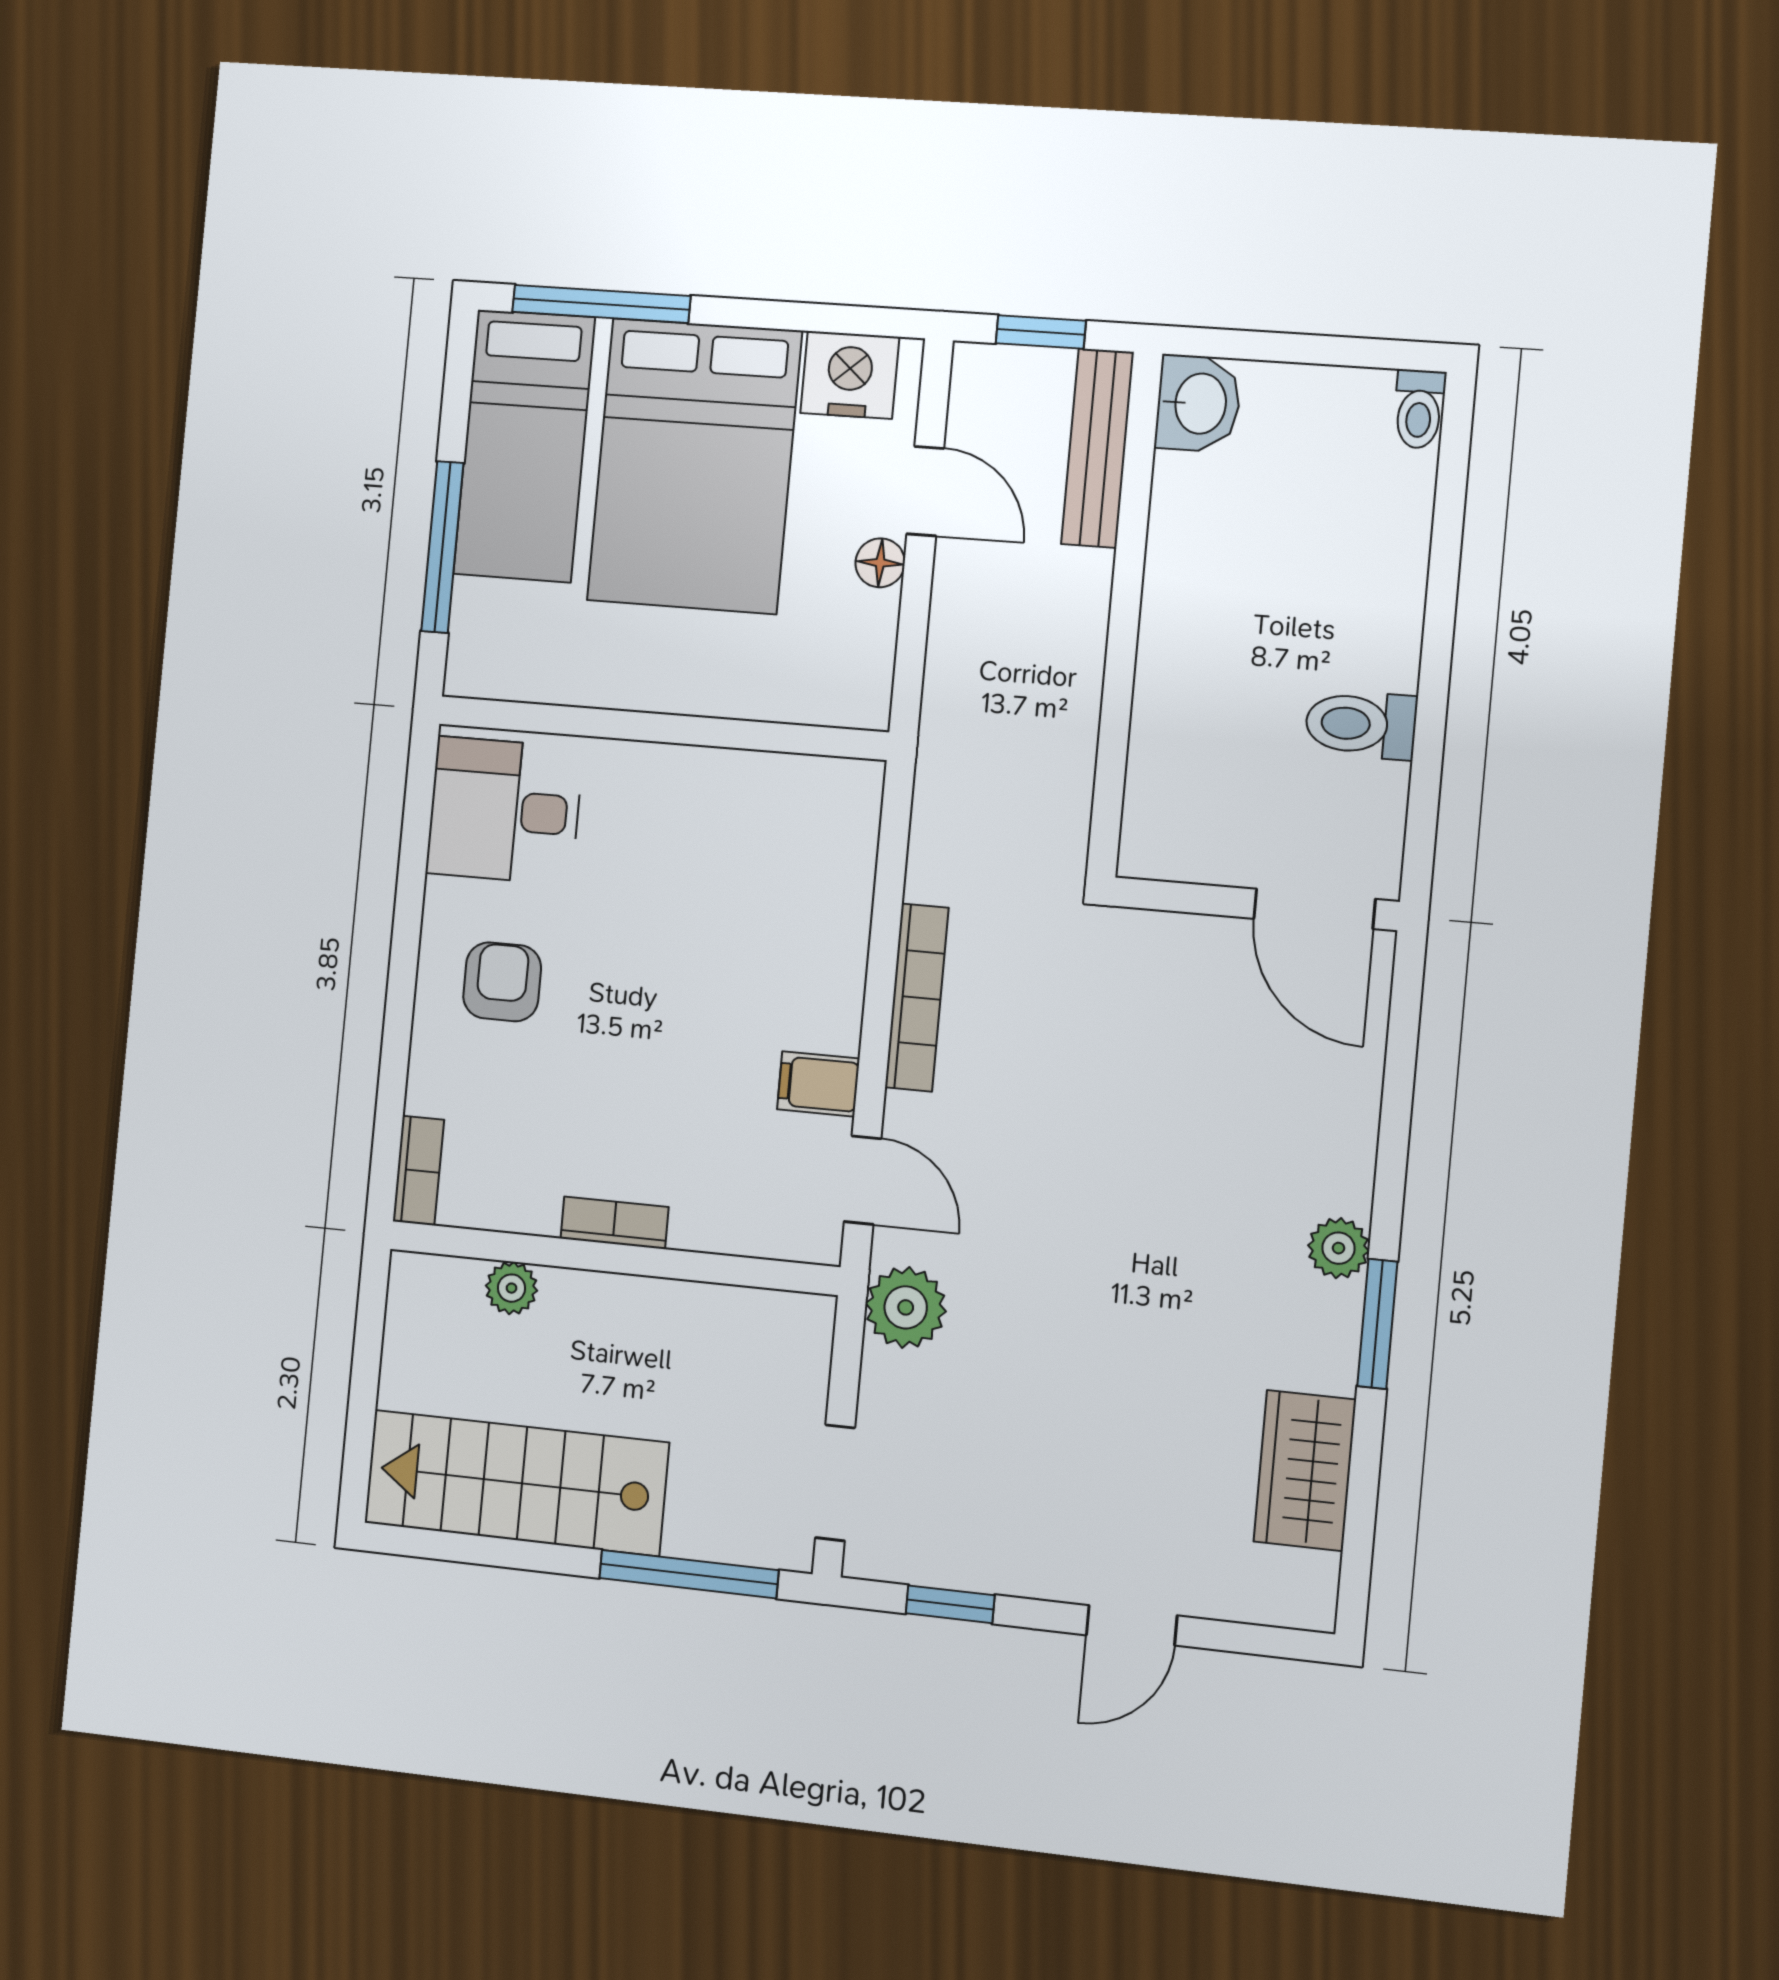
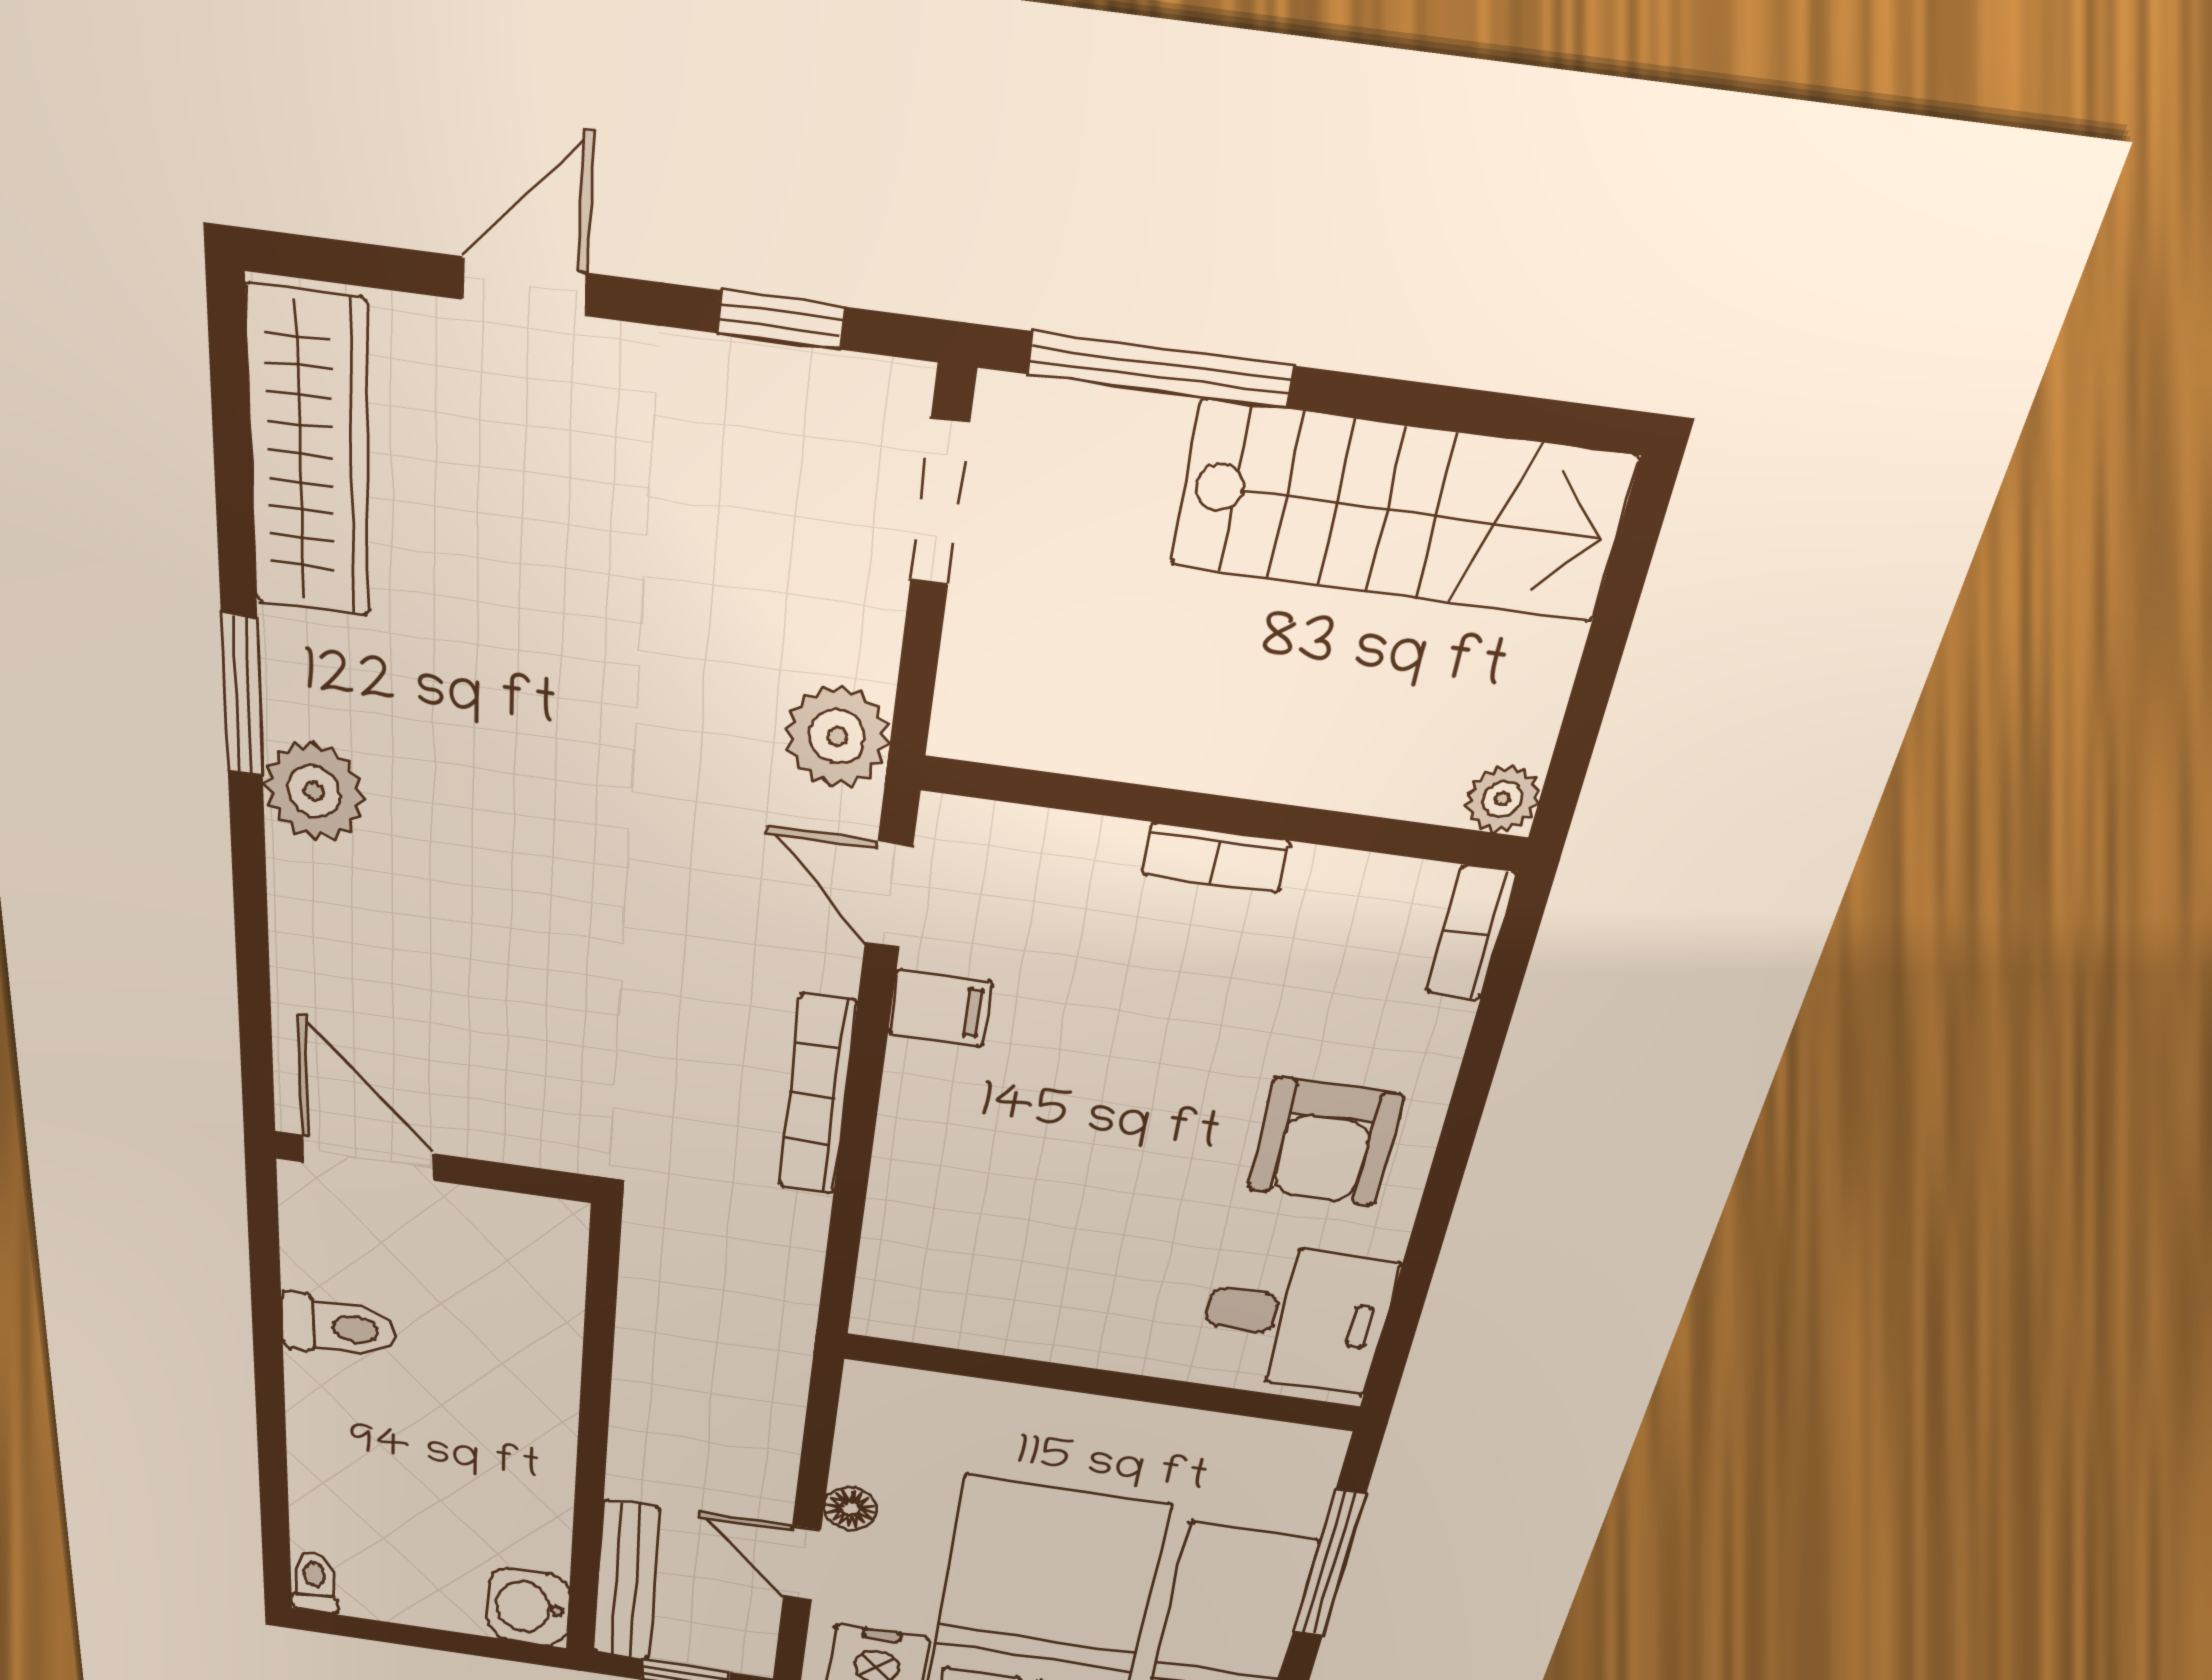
armchair: (502, 982) -> (1325, 1143), width x1.38, depth x1.38
plant: (1339, 1248) -> (314, 791), width x1.38, depth x1.38
plant: (511, 1288) -> (1503, 799), moved
wardrobe: (1305, 1471) -> (309, 455), width x1.50

